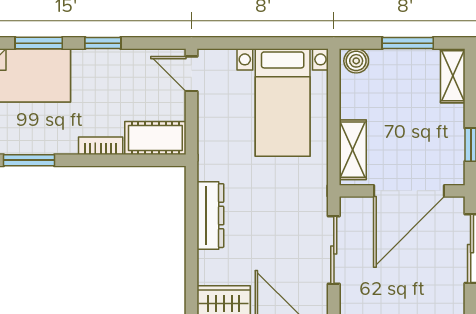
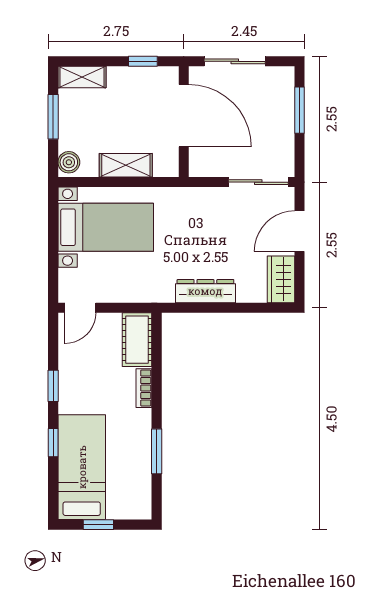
window: (39, 43) -> (53, 443), width x0.67
shelving: (353, 150) -> (126, 165), moved
sliding door: (334, 250) -> (258, 182), moved

